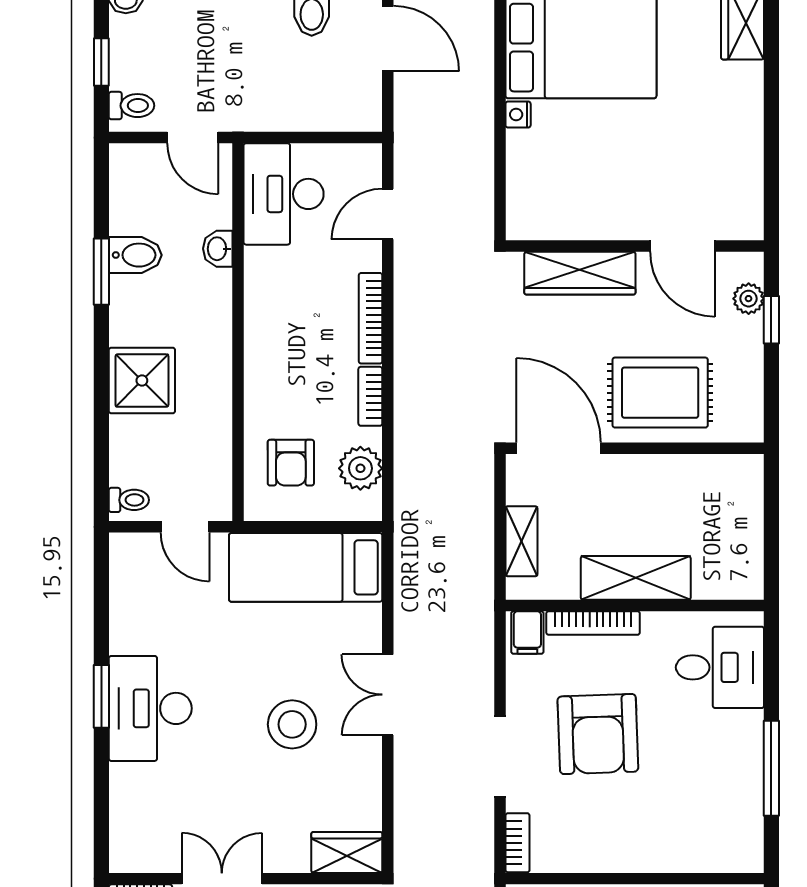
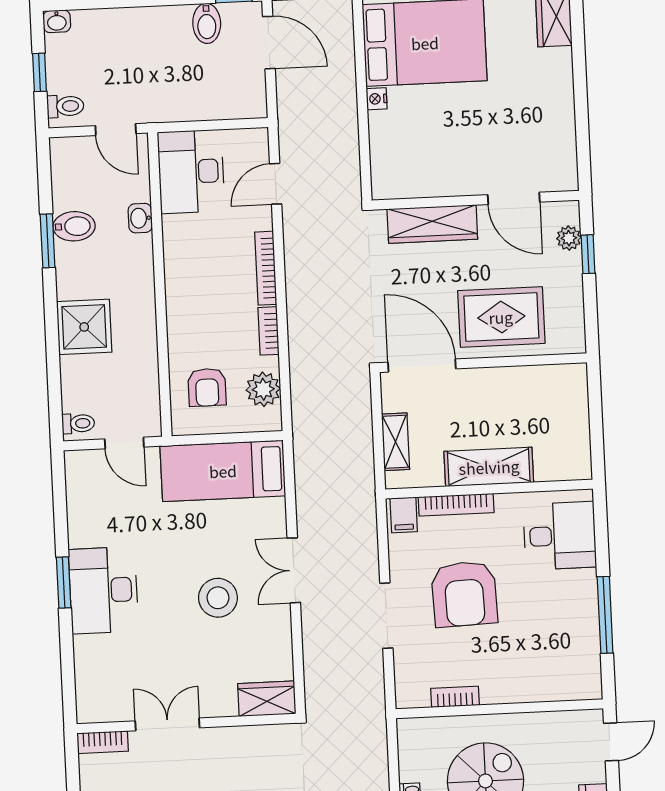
bookcase: (518, 843) -> (455, 697), moved, turned -90

